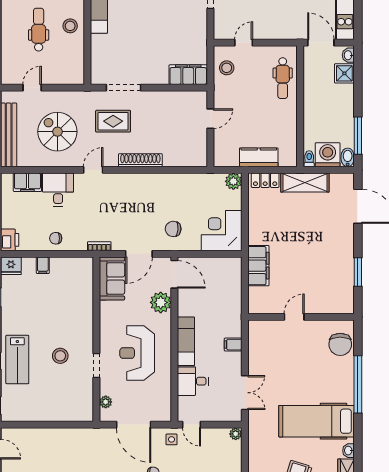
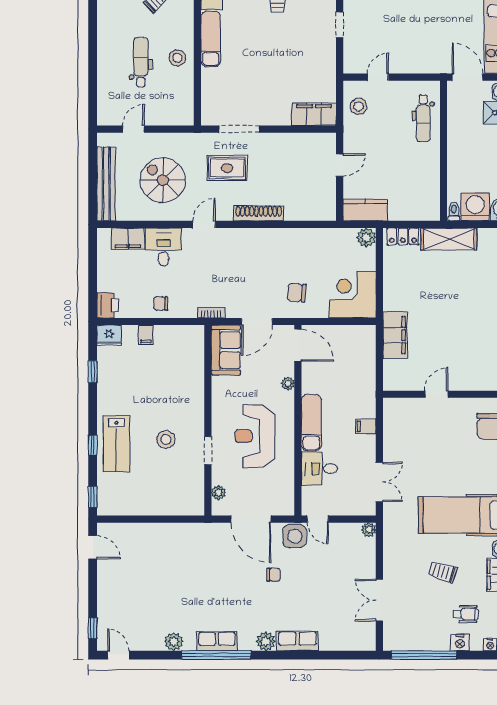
kitchen counter: (259, 157) -> (365, 210), moved
plant: (161, 302) -> (288, 383), width x0.53, depth x0.53
side table: (172, 439) -> (295, 536), width x1.87, depth x1.87

